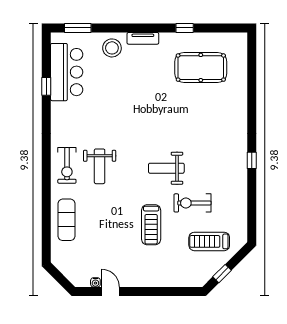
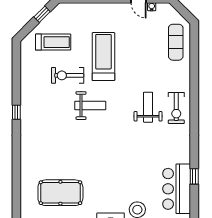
exercise bike: (67, 165) -> (176, 108), turned 180
exercise bike: (193, 203) -> (68, 75), turned 180
exercise mat: (66, 220) -> (176, 42), moved
treadmill: (151, 225) -> (103, 57), width x1.37, depth x1.38

